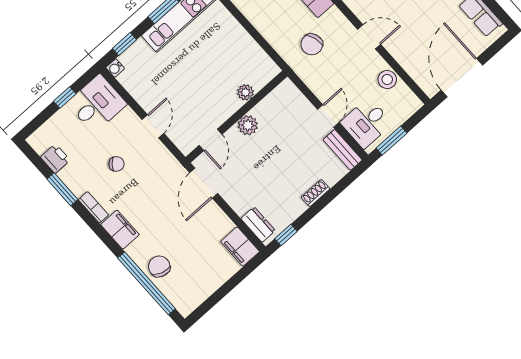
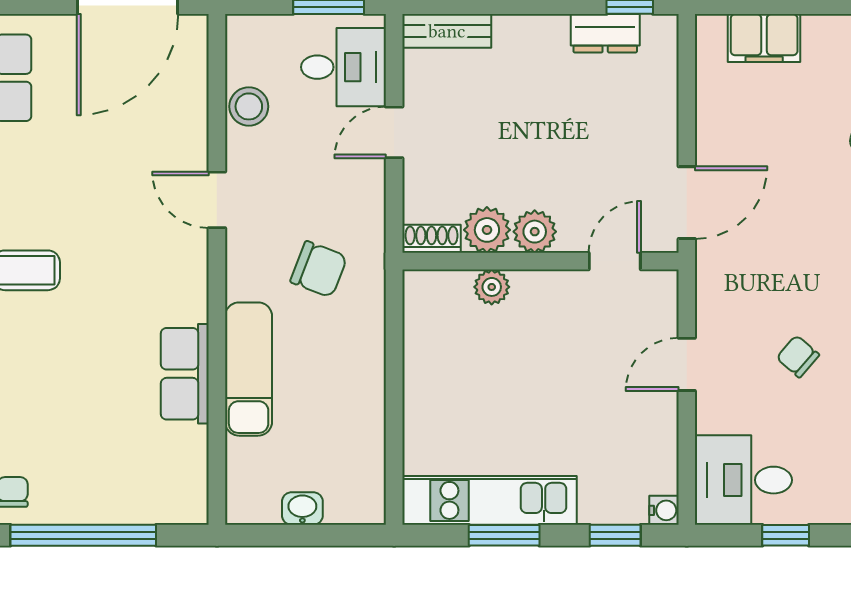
chair: (312, 44) -> (319, 269), turned 38
plant: (265, 111) -> (487, 230), added
bench: (343, 150) -> (447, 31), moved, turned 90
shoe rack: (316, 193) -> (432, 239), moved, turned 180
dresser: (258, 225) -> (605, 33), moved, turned -90
filing cabinet: (240, 247) -> (764, 38), moved, turned 90

